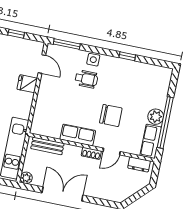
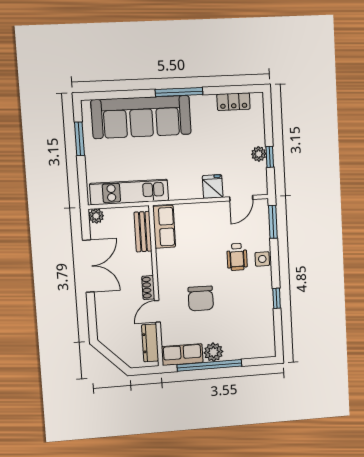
plant: (12, 42) -> (259, 154), added
row of seats: (78, 135) -> (164, 227), moved
door: (112, 151) -> (157, 311), hinge flipped
dresser: (139, 164) -> (150, 343), width x1.44

